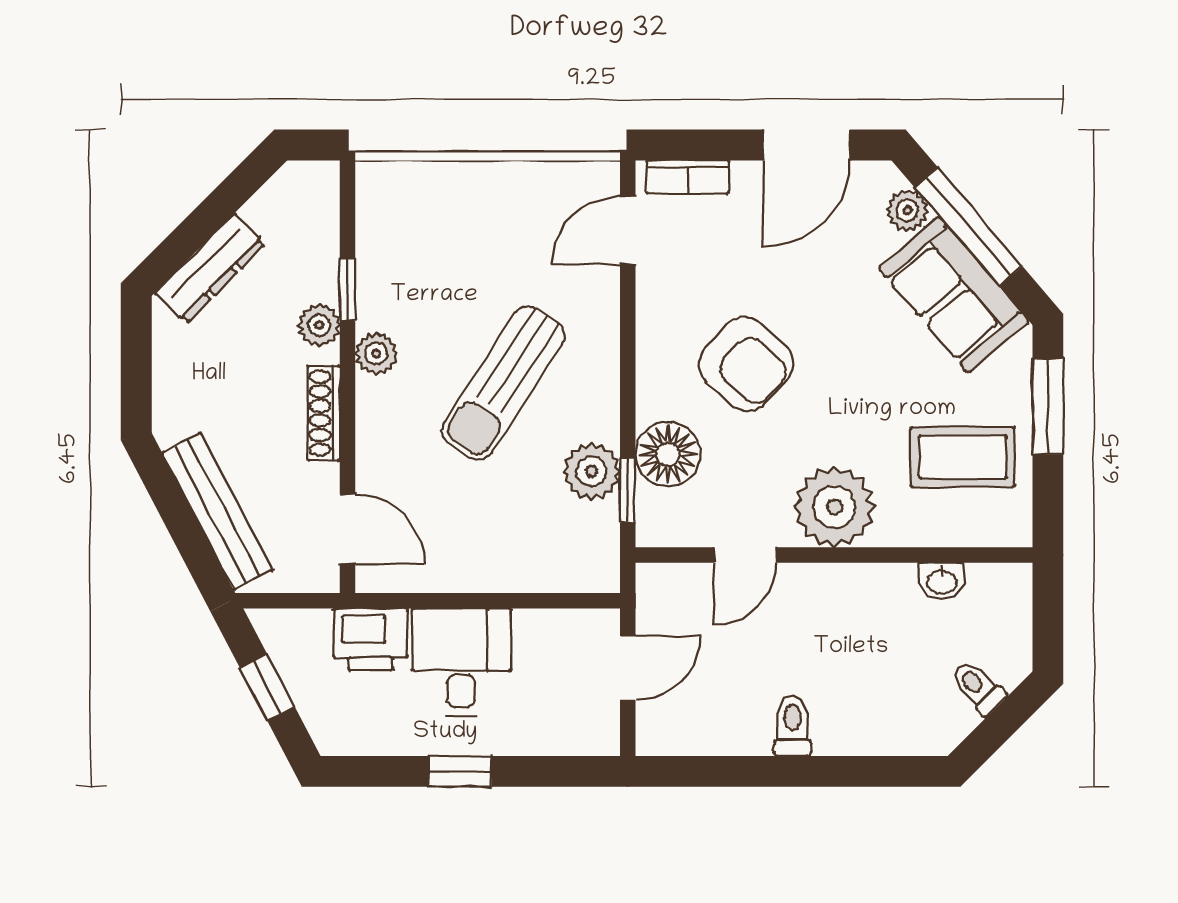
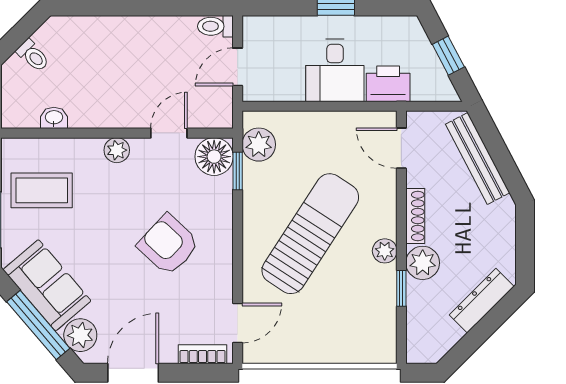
plant: (907, 210) -> (80, 335), width x1.38, depth x1.38
plant: (319, 325) -> (423, 263), width x1.38, depth x1.38
sun lounger: (503, 383) -> (310, 234), width x1.36, depth x1.34
floor lamp: (668, 454) -> (214, 157), moved
plant: (592, 471) -> (259, 145), moved
plant: (834, 507) -> (117, 150), width x0.53, depth x0.53
toilet: (793, 726) -> (215, 26), moved, turned 90

